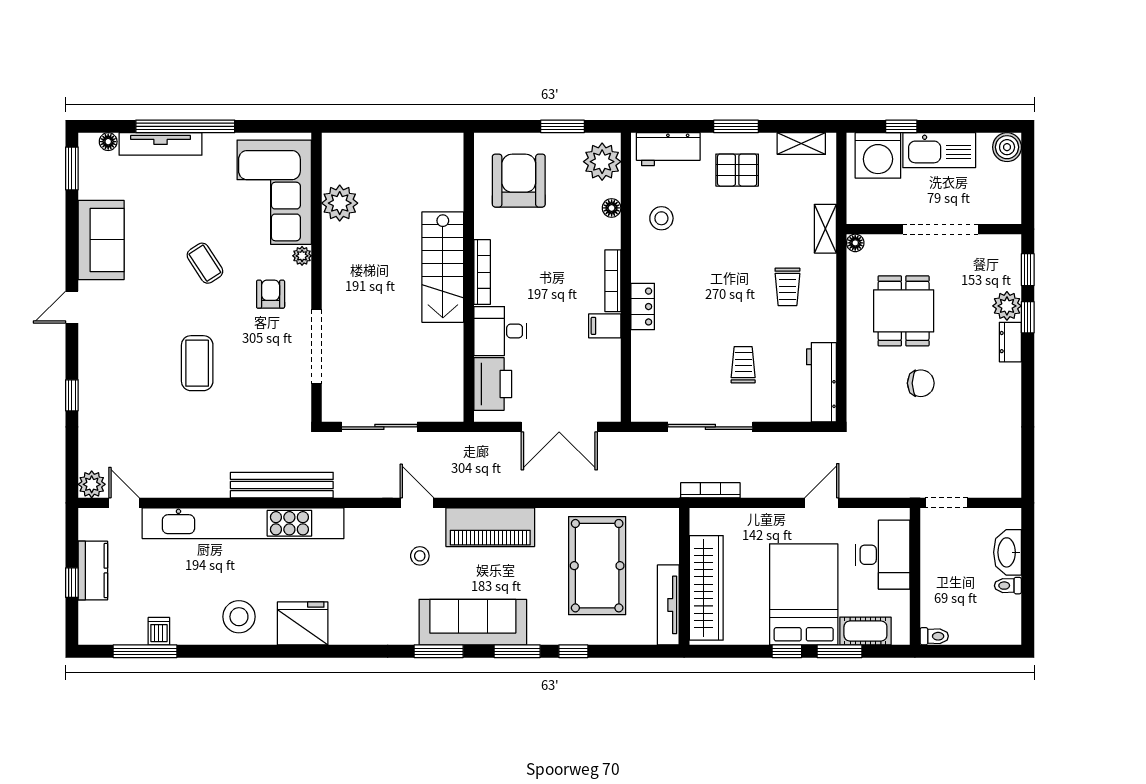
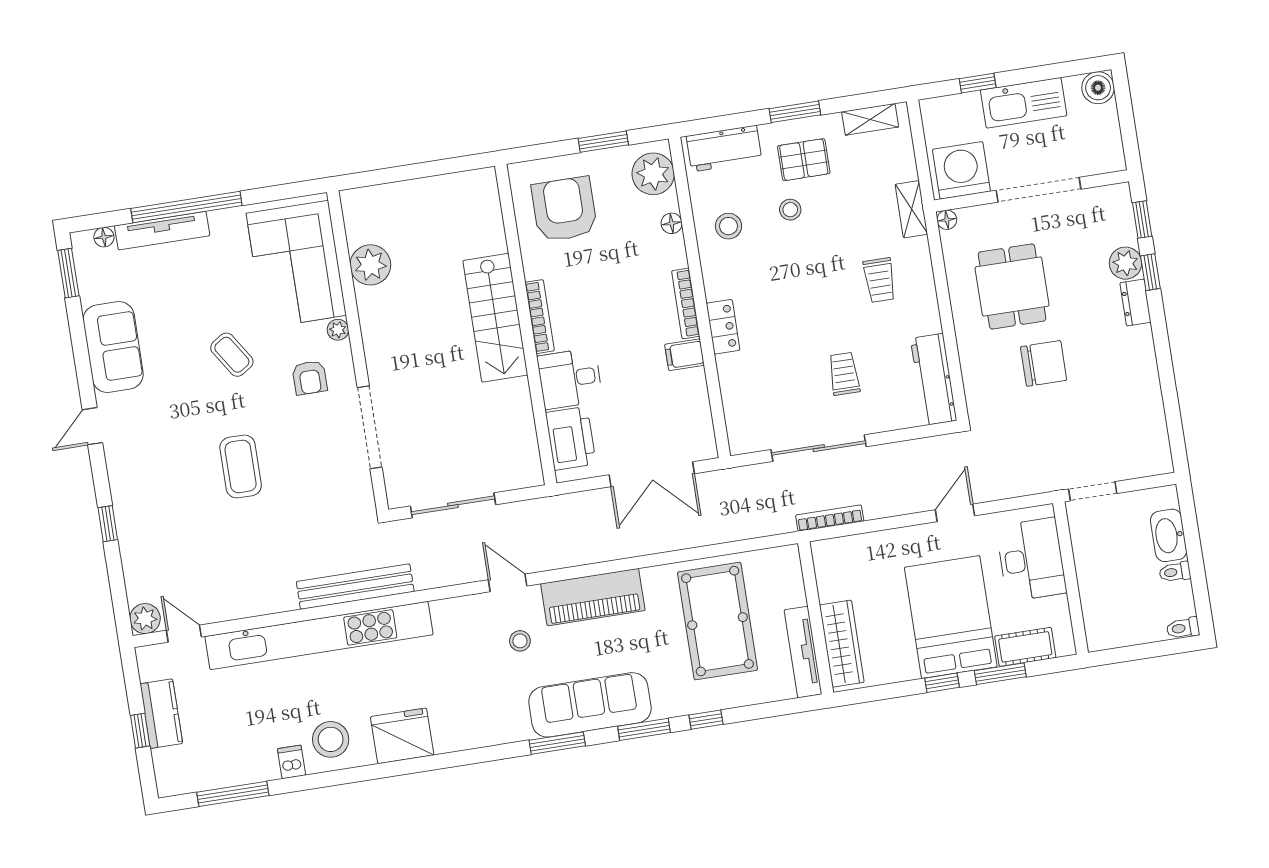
washing machine: (878, 155) -> (961, 170), moved, turned 180
stool: (718, 212) -> (790, 210), added
armchair: (271, 294) -> (310, 378), turned 180
chair: (921, 383) -> (1044, 363), width x1.37, depth x1.37
wardrobe: (706, 588) -> (842, 644), width x0.71, depth x0.85
dishwasher: (159, 631) -> (292, 762), moved
toilet: (934, 636) -> (1183, 628), moved, turned 180

